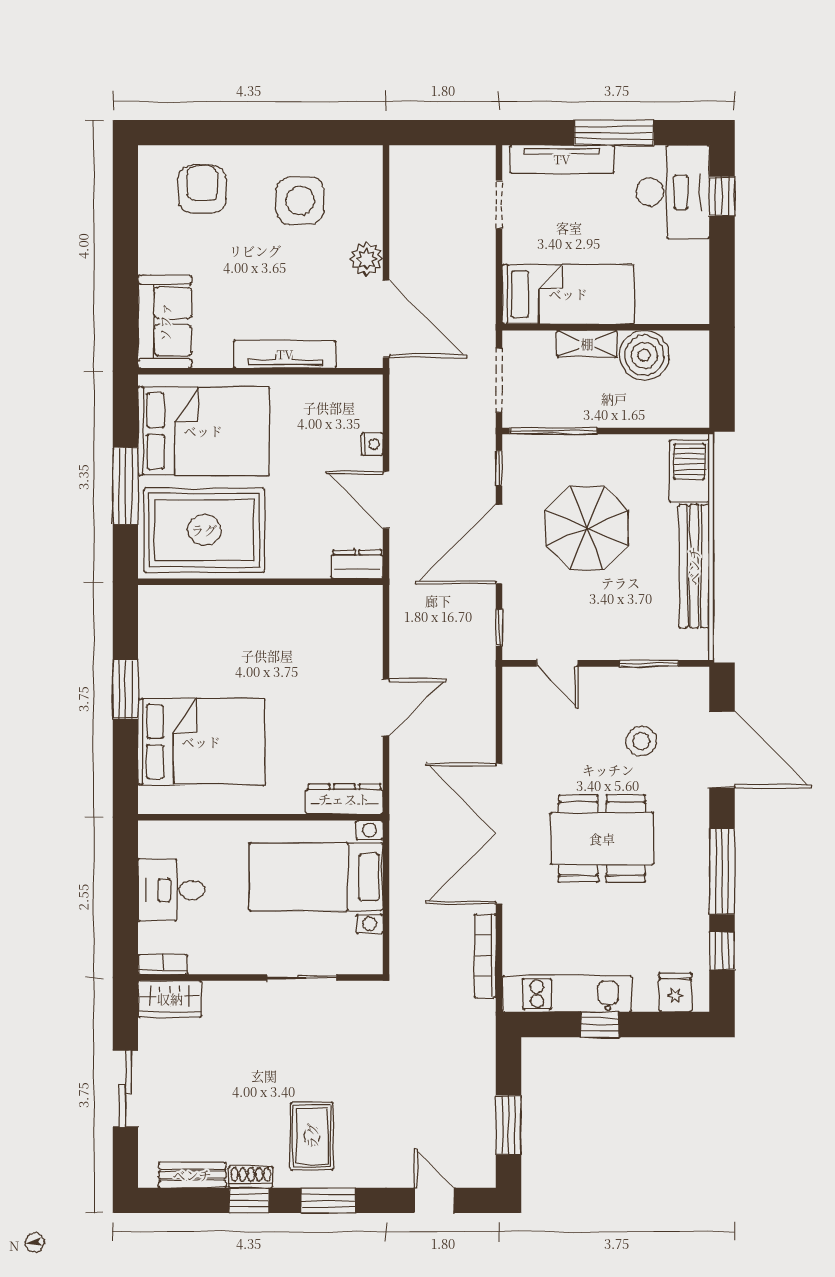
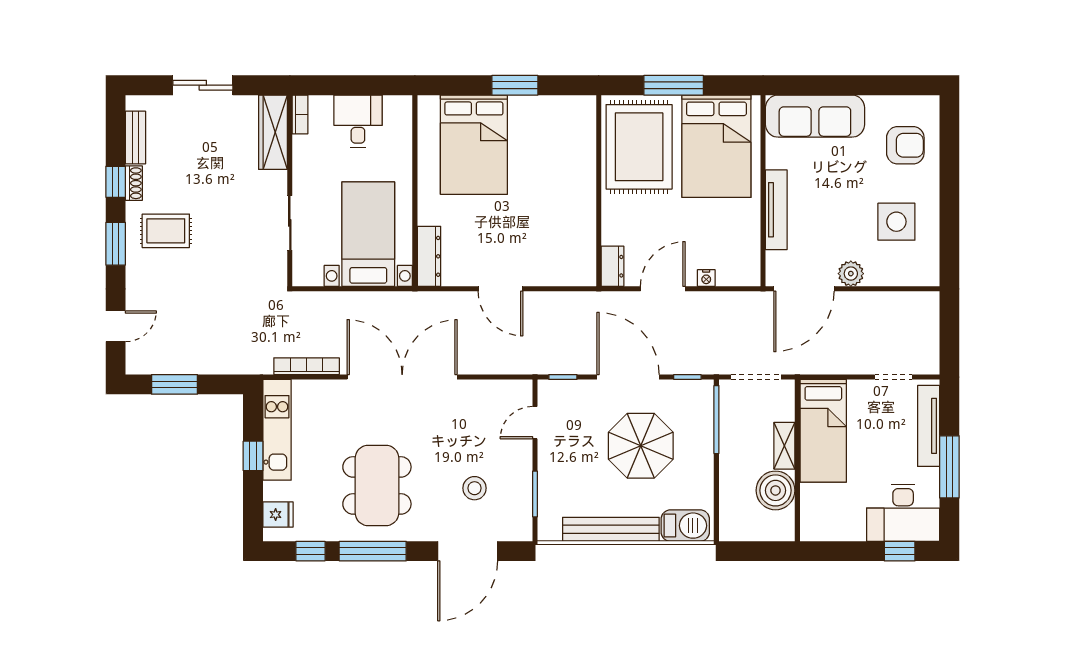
sofa: (165, 322) -> (815, 116), width x1.36
dining table: (602, 839) -> (377, 485), moved
wardrobe: (170, 999) -> (273, 132), width x1.50

